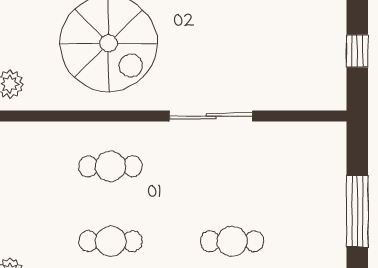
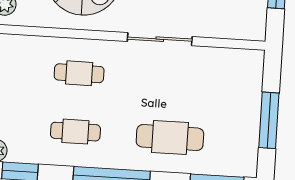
cafe table: (232, 241) -> (170, 137), width x1.37, depth x1.35

